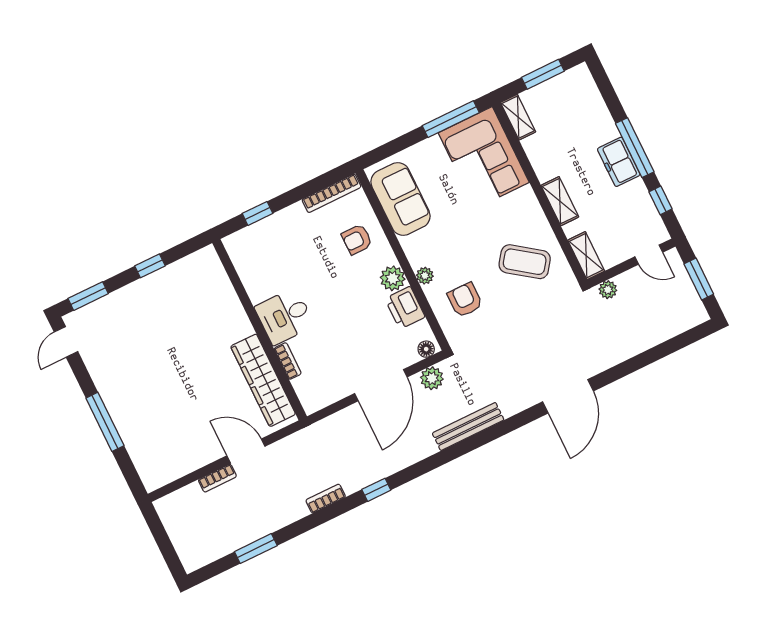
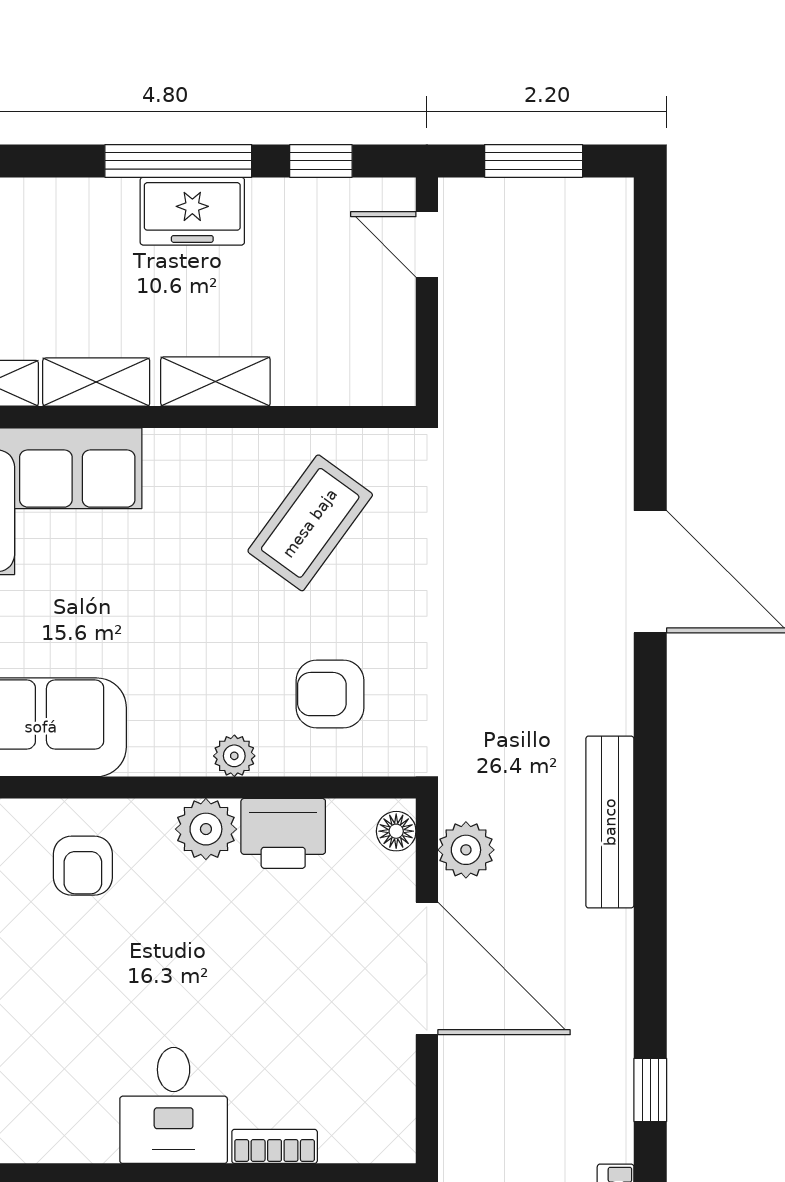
door: (649, 255) -> (427, 244), swing flipped
shelving: (586, 256) -> (96, 382), moved
plant: (608, 290) -> (460, 371), removed

